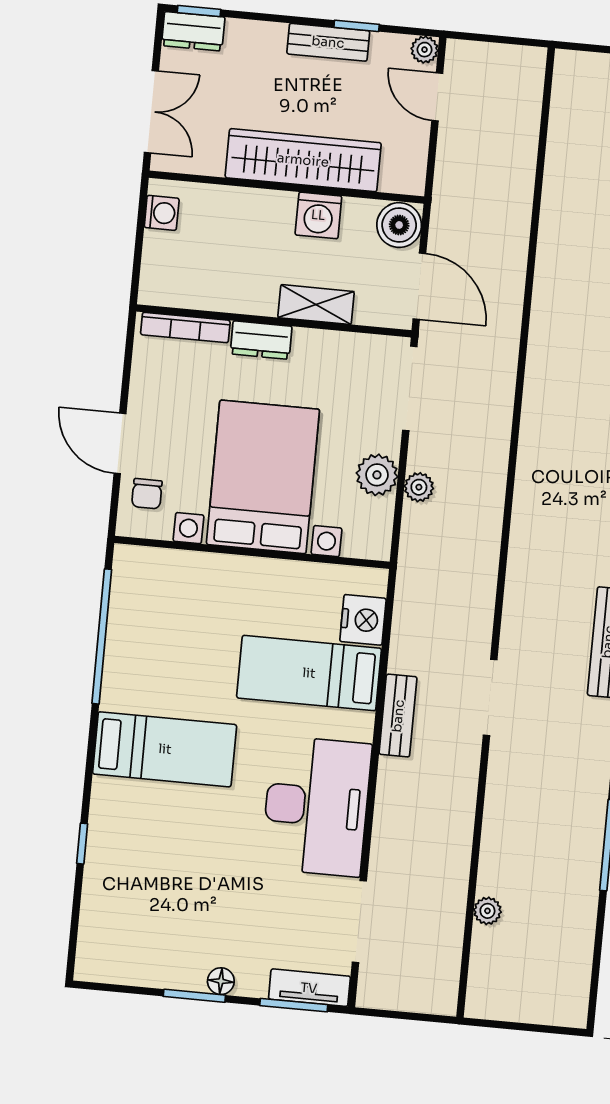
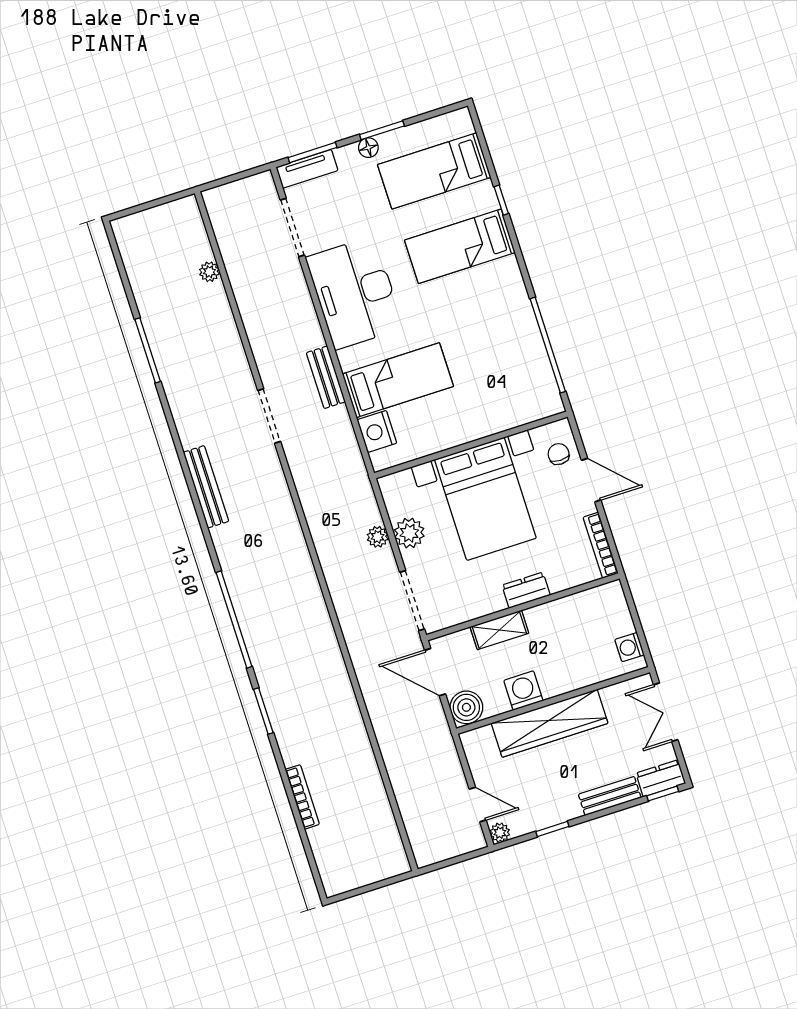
bench: (328, 42) -> (610, 796), moved
bookcase: (185, 327) -> (601, 545), moved, turned -90
bed: (165, 749) -> (460, 246), moved
bed: (151, 916) -> (434, 171), added

